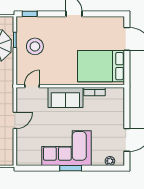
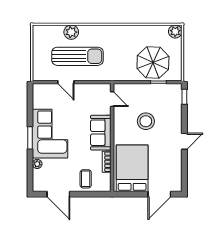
stool: (35, 46) -> (146, 121), moved
coffee table: (112, 113) -> (86, 179), added
door: (15, 120) -> (66, 82), moved
plant: (110, 161) -> (37, 164), moved

